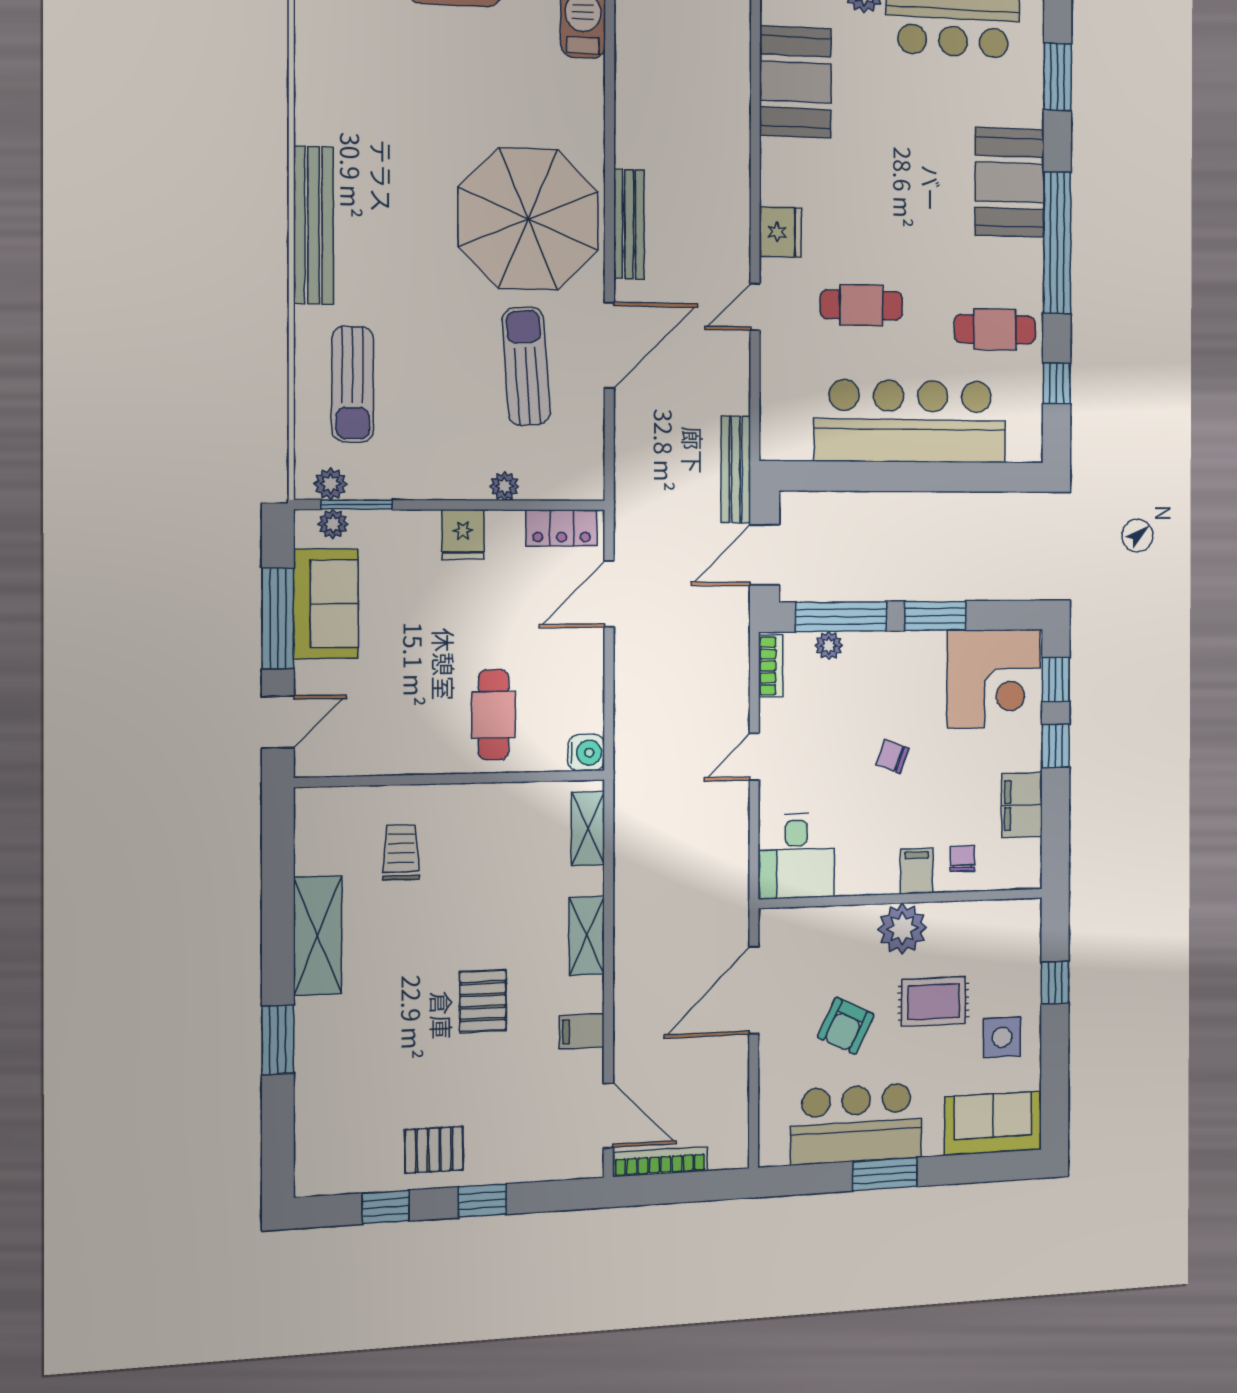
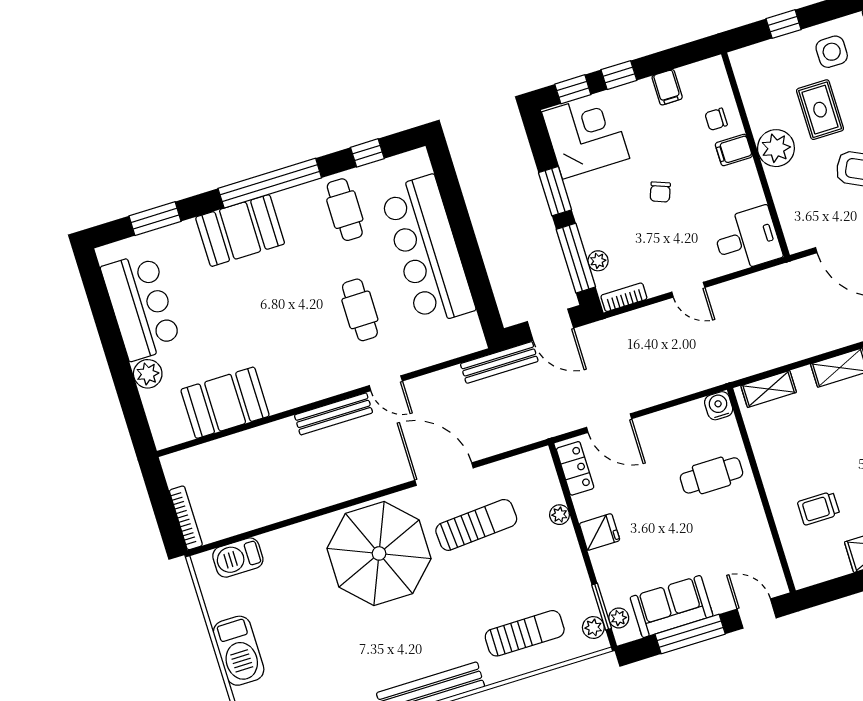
bench: (629, 224) -> (333, 414), moved
fridge: (780, 232) -> (330, 382), removed
sun lounger: (526, 366) -> (476, 525), turned 180
filing cabinet: (1022, 805) -> (667, 87), width x0.50

